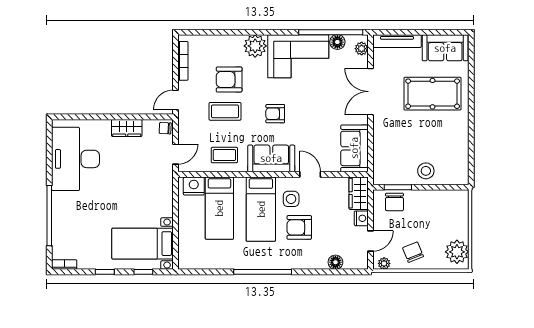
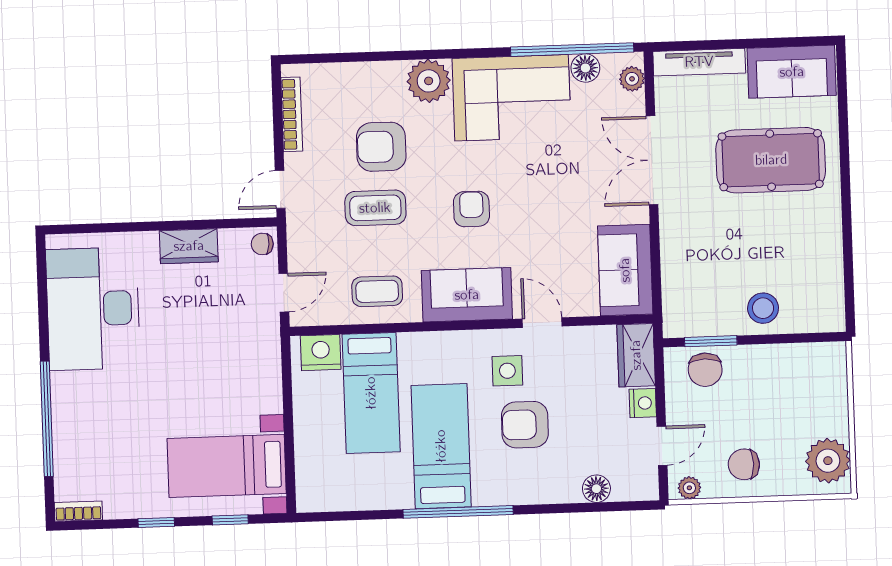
armchair: (275, 114) -> (471, 209), turned 90
bed: (261, 209) -> (441, 446), moved, turned 180
chair: (413, 252) -> (744, 464), turned -68

